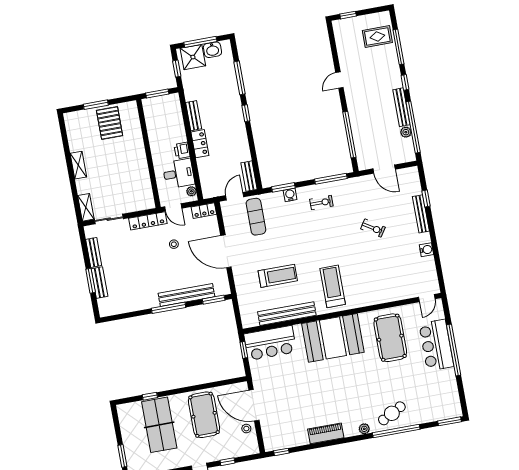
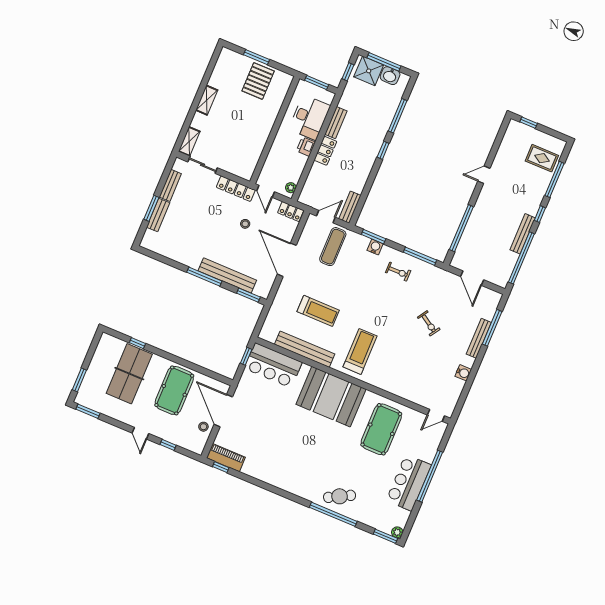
plant: (406, 132) -> (512, 258), removed
desk: (179, 174) -> (309, 117), moved, width x1.37
window: (426, 198) -> (492, 328), width x2.17
bar counter: (436, 345) -> (409, 483), moved
plant: (364, 429) -> (397, 532), moved
piano: (326, 433) -> (226, 458), moved

